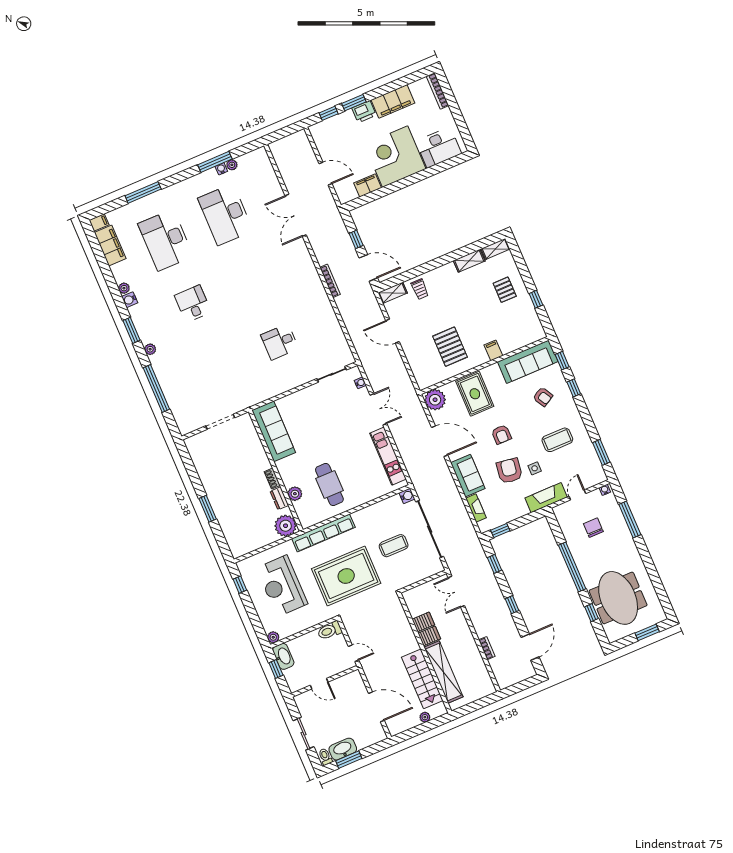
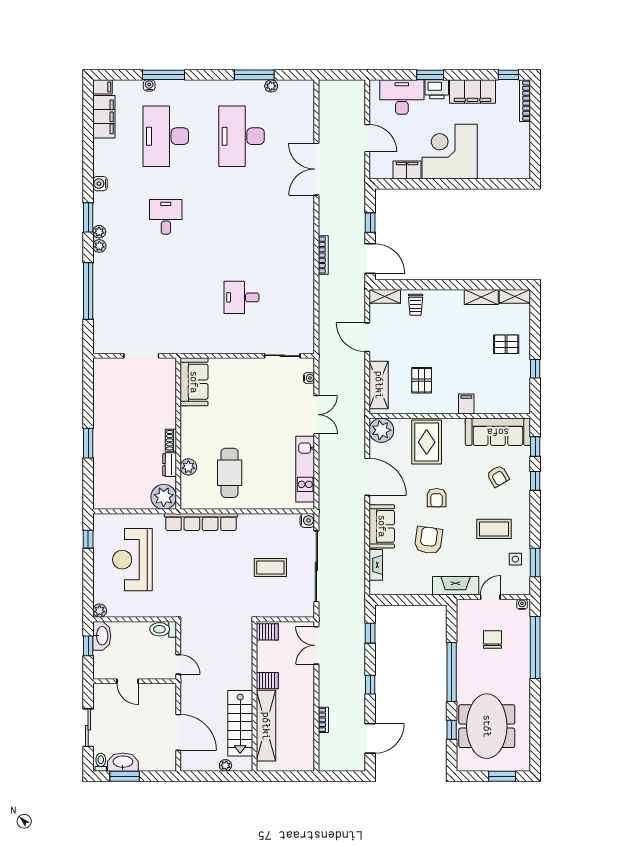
window: (329, 113) -> (508, 75), moved
desk: (439, 147) -> (402, 97), moved, turned 180
water cooler: (221, 169) -> (149, 85), moved
plant: (124, 288) -> (99, 232), moved
pallet: (505, 290) -> (506, 344), turned 90
pallet: (450, 347) -> (422, 380), width x0.67, depth x0.71
shelving: (418, 365) -> (379, 385), added
sofa: (274, 431) -> (194, 382), width x0.73
side table: (535, 468) -> (515, 559), moved
window: (630, 519) -> (535, 647), width x1.46
window: (500, 530) -> (391, 600), removed
rug: (346, 576) -> (206, 578), removed
server rack: (423, 622) -> (267, 632), moved

